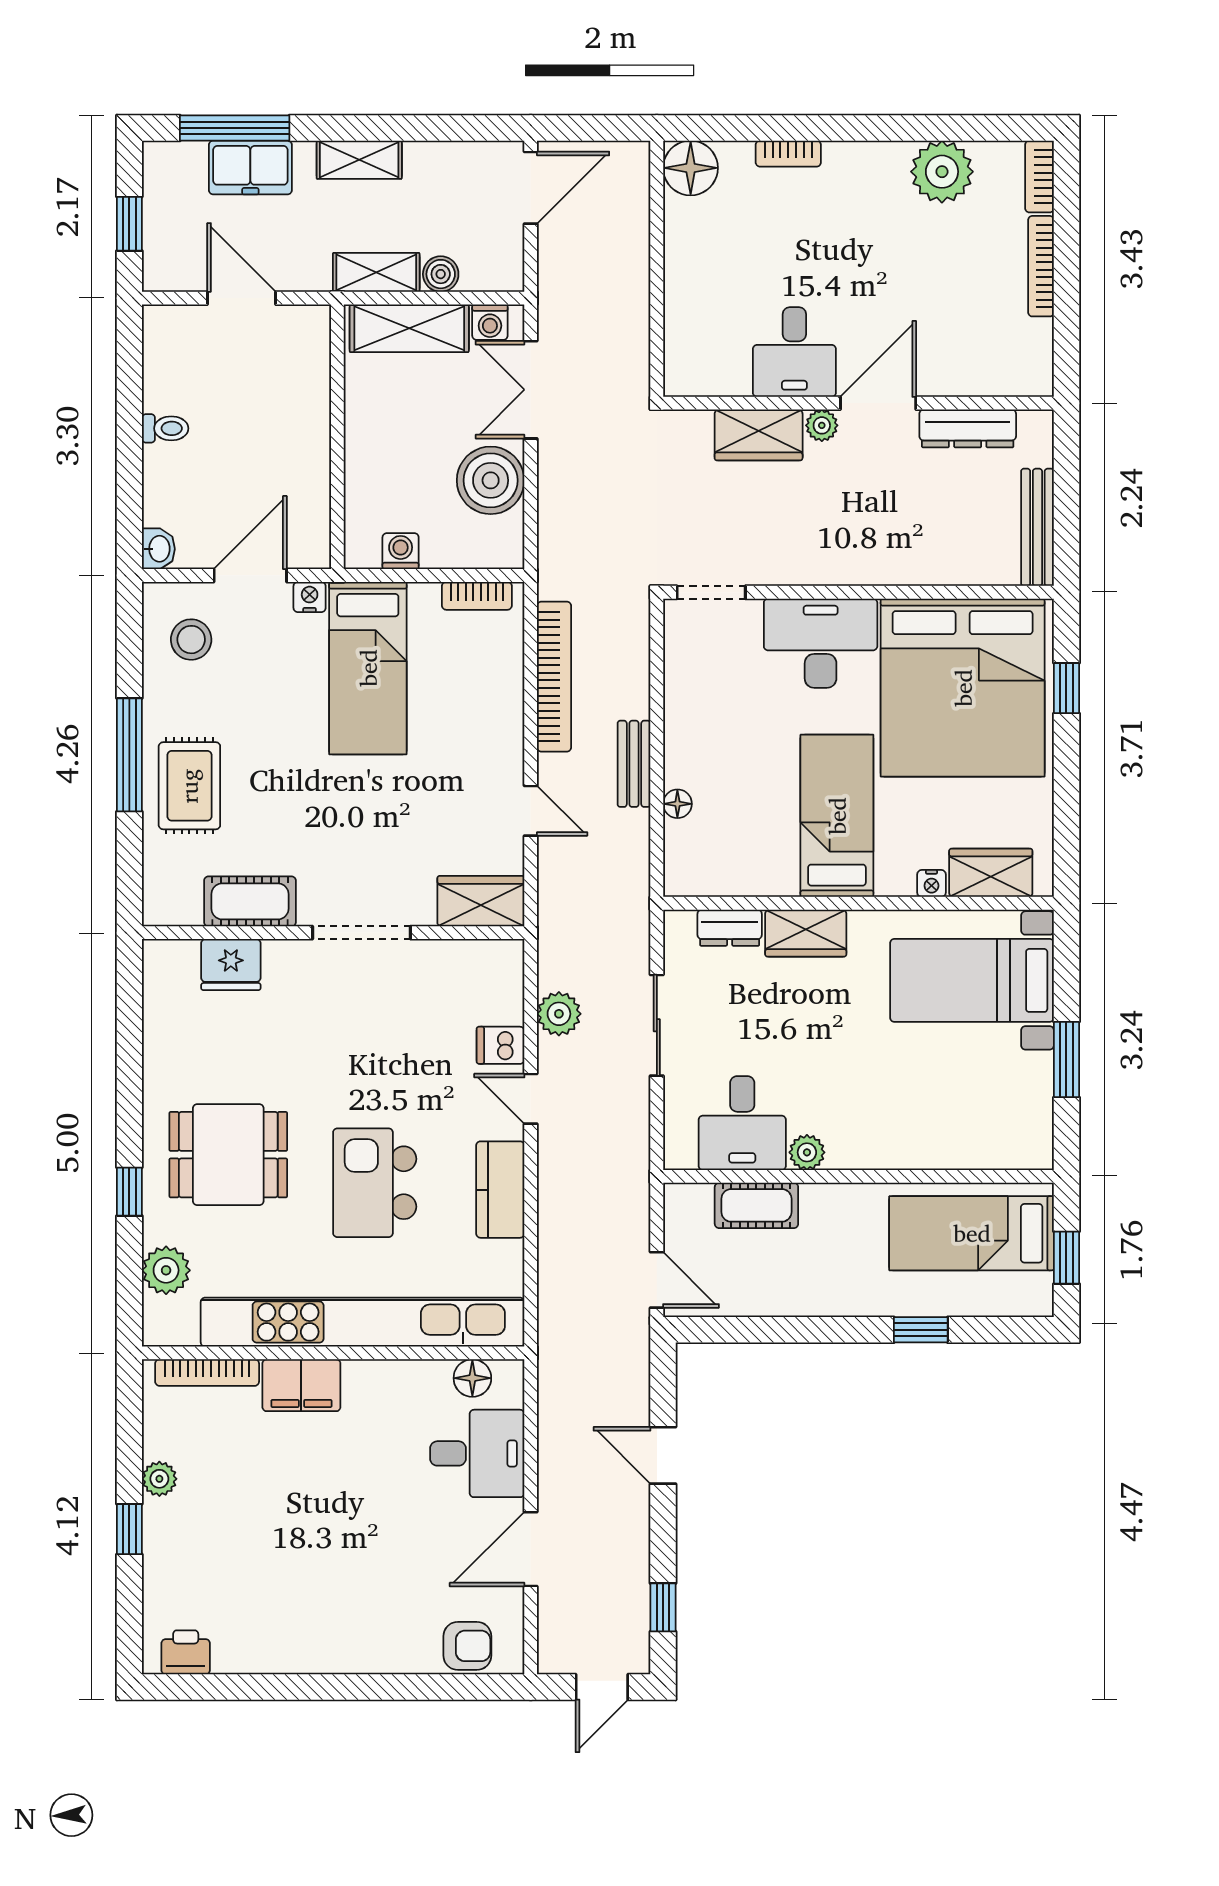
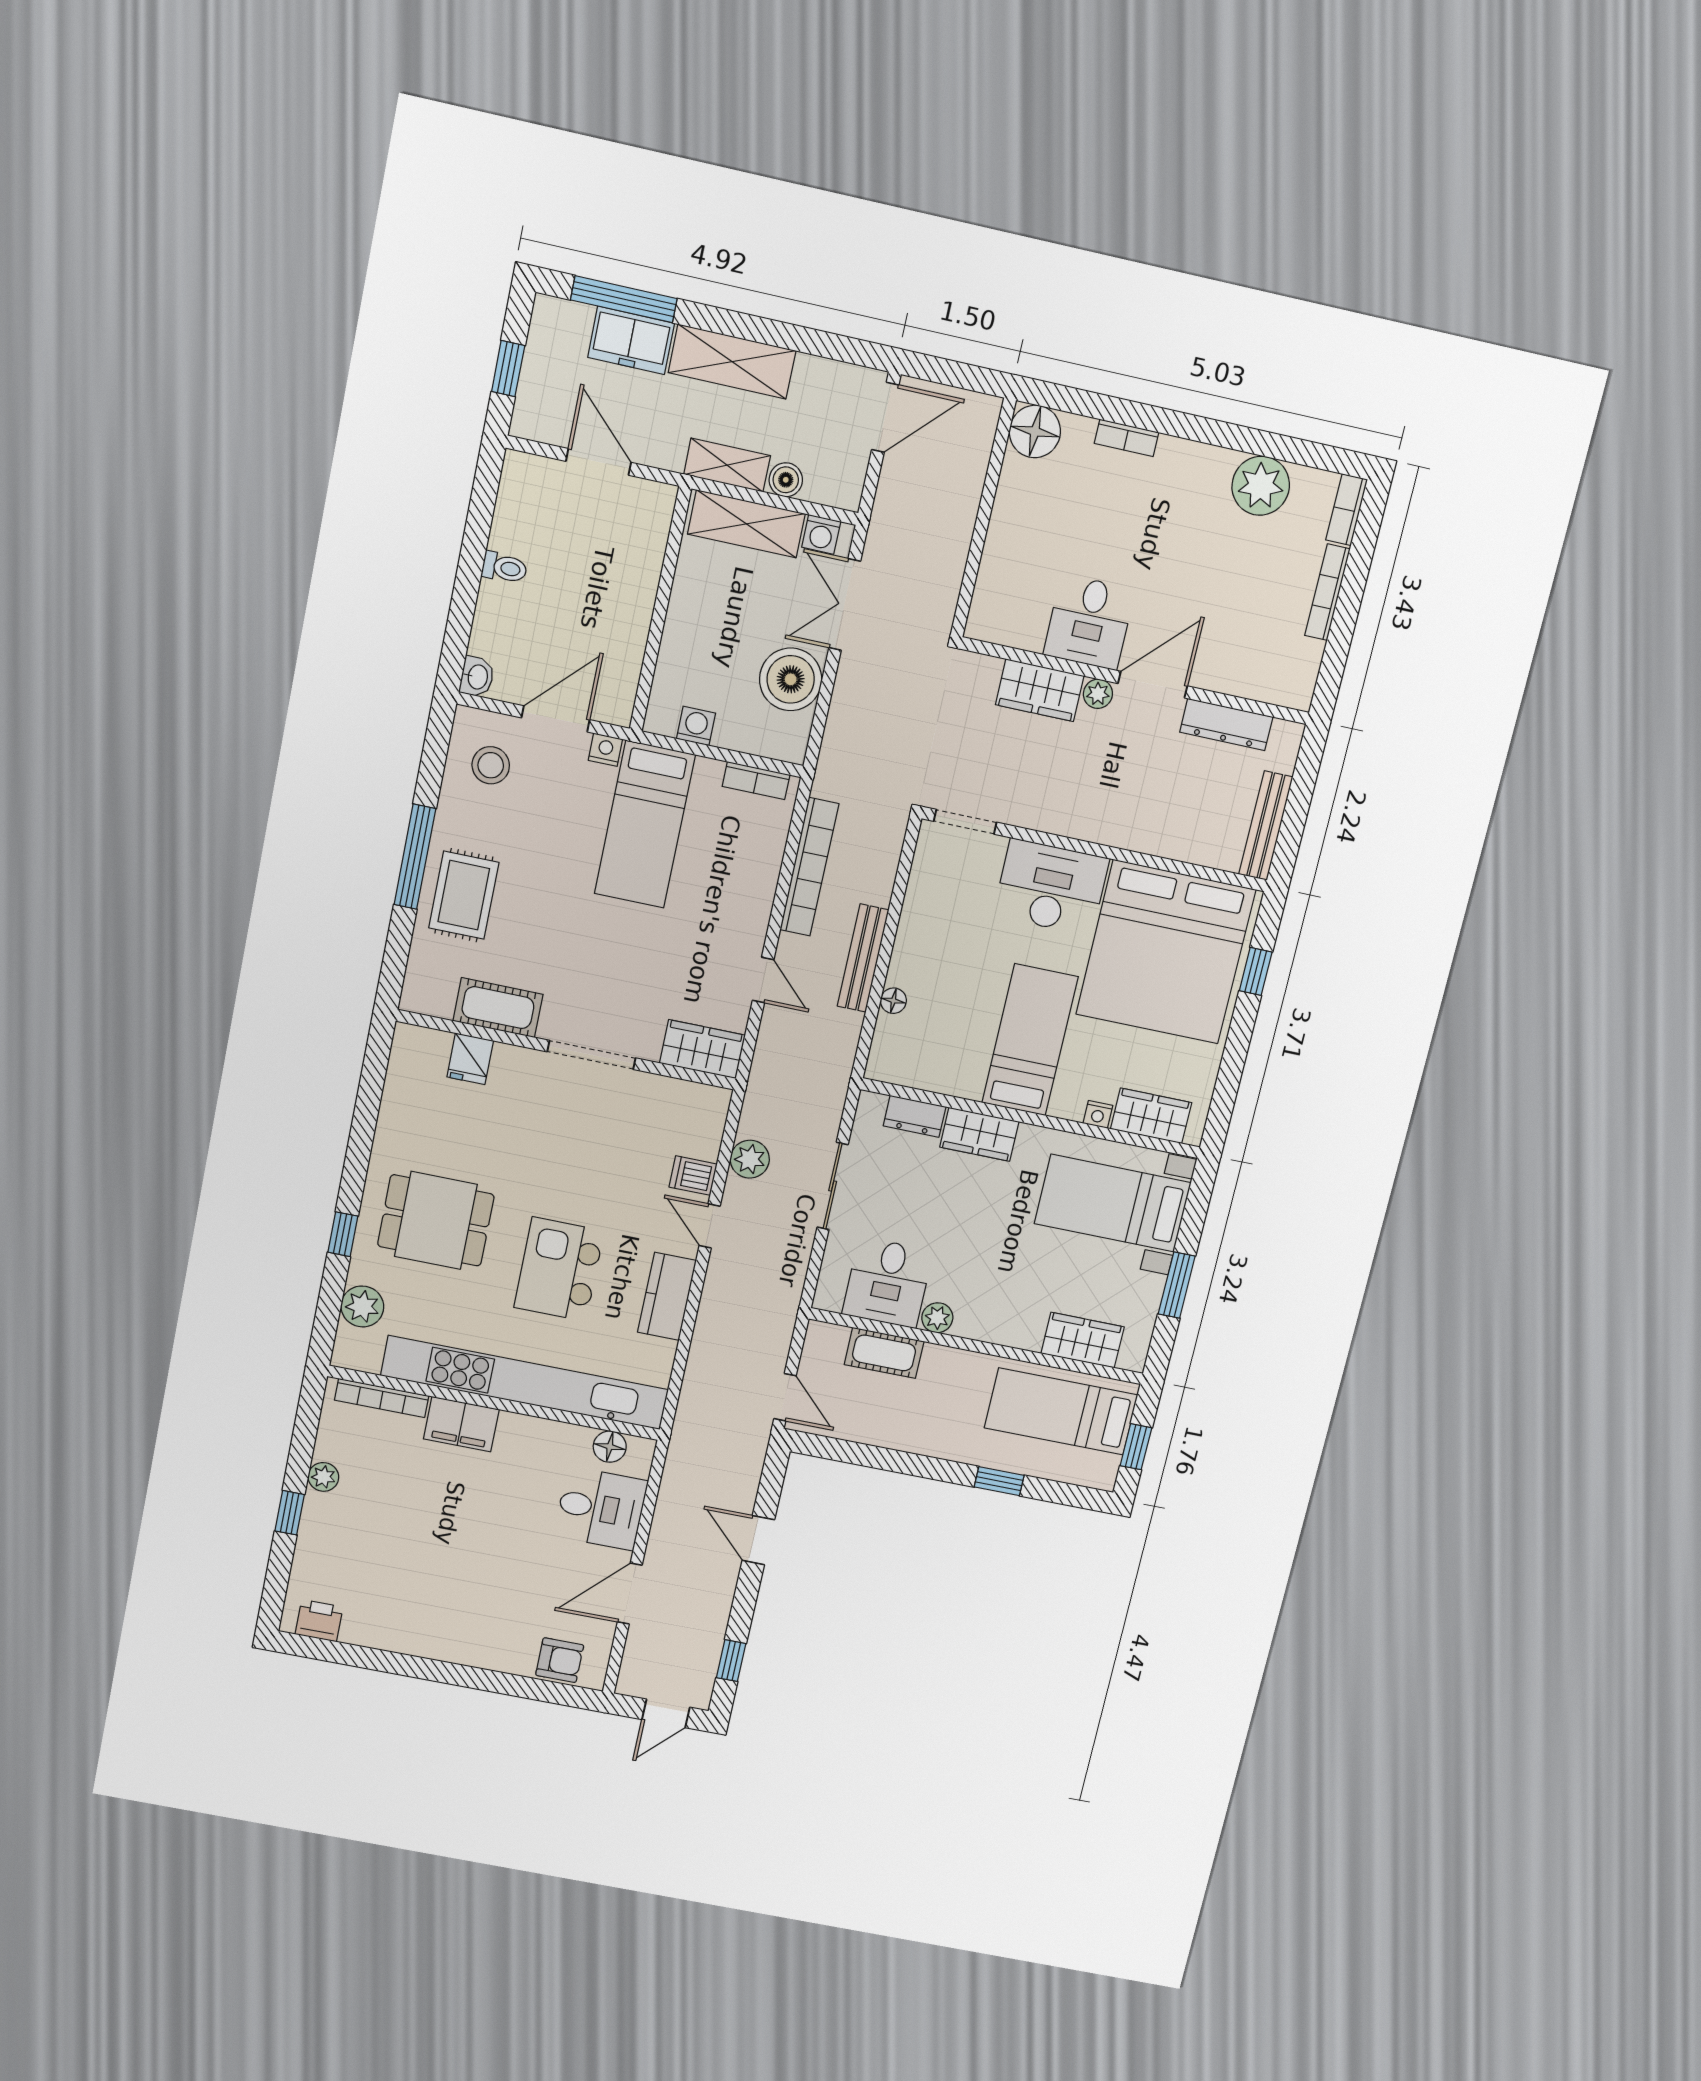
shelving: (359, 160) -> (732, 362), width x1.50, depth x1.33
bench: (634, 764) -> (863, 958), width x1.36
fridge: (231, 965) -> (470, 1059), width x0.72
wardrobe: (976, 1145) -> (1083, 1340), added

